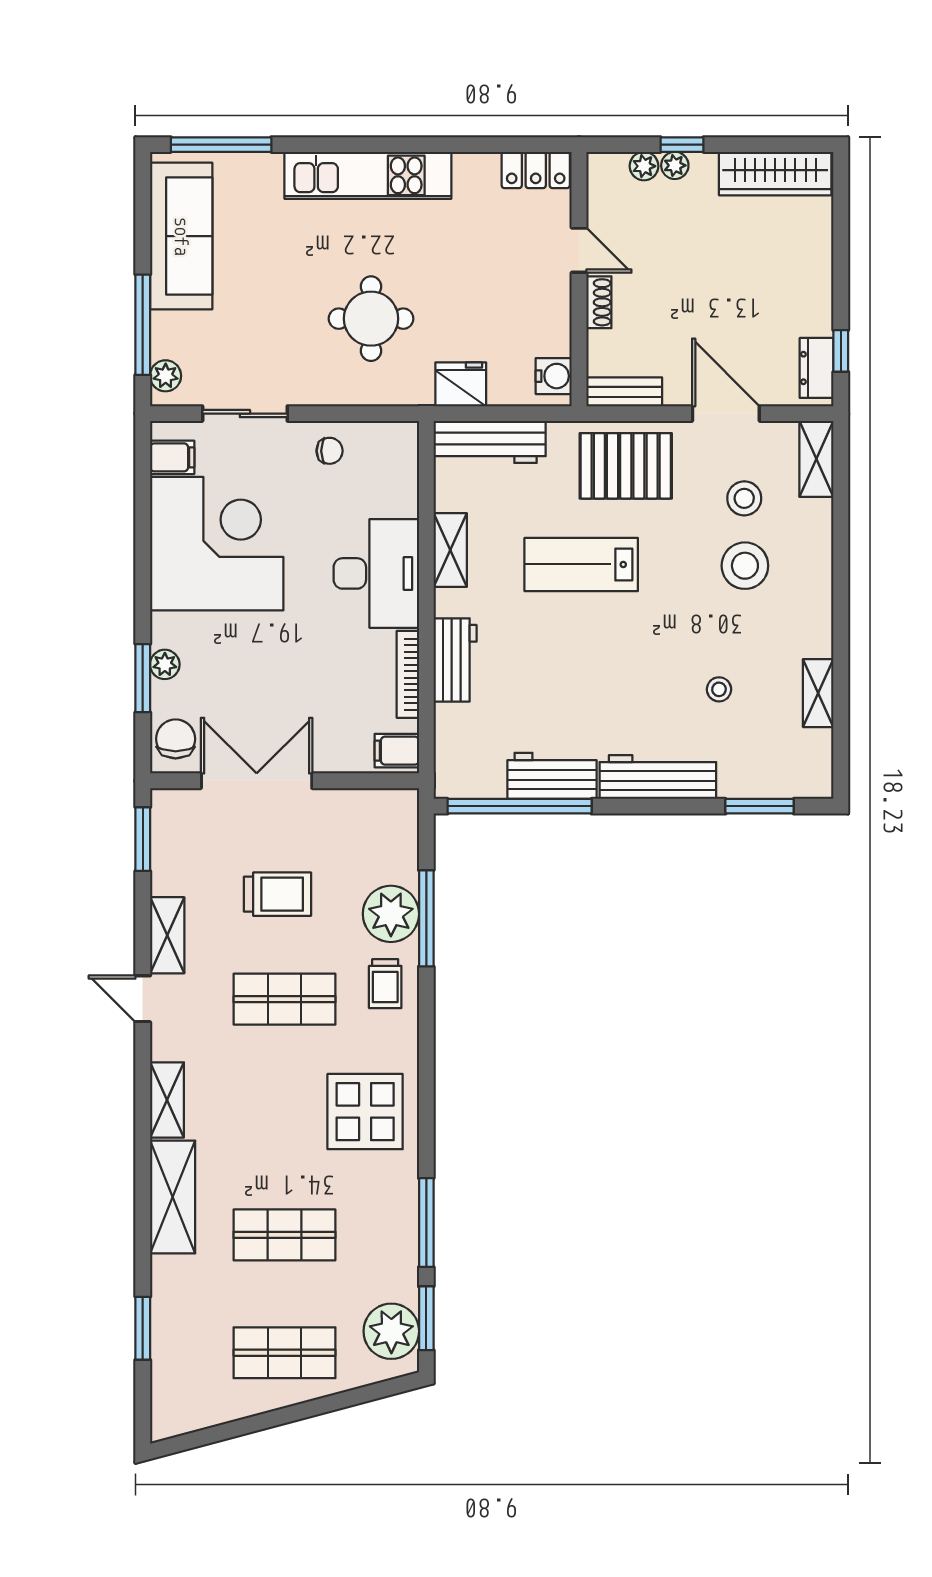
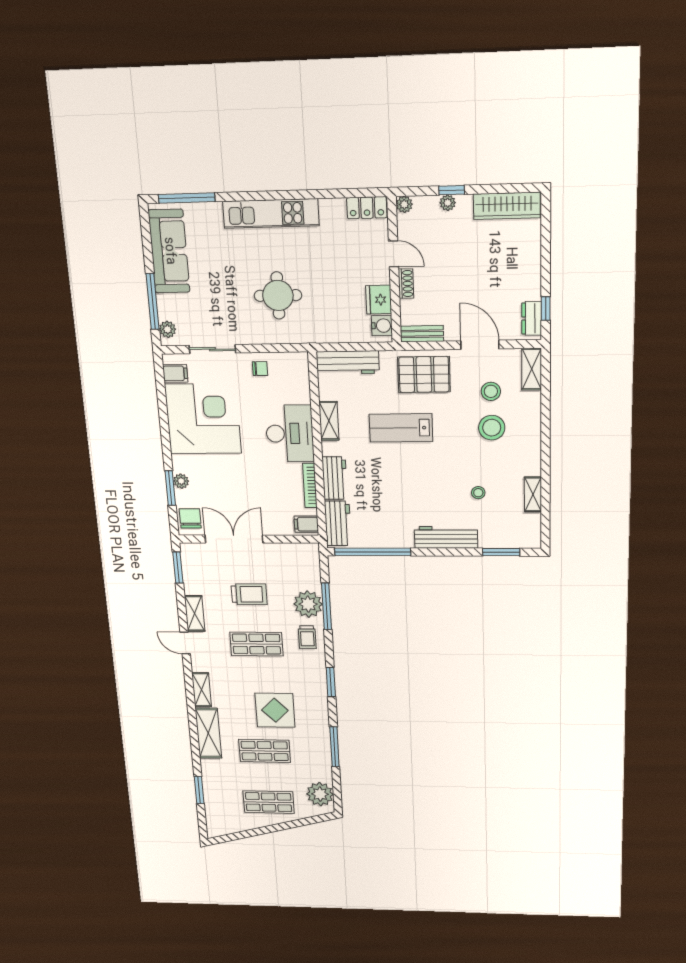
plant: (644, 166) -> (404, 204), moved
fridge: (461, 384) -> (379, 300), moved, turned -90
workbench: (552, 776) -> (338, 523), moved, turned 90
display table: (365, 1112) -> (275, 710), moved
window: (426, 1318) -> (331, 682), moved

